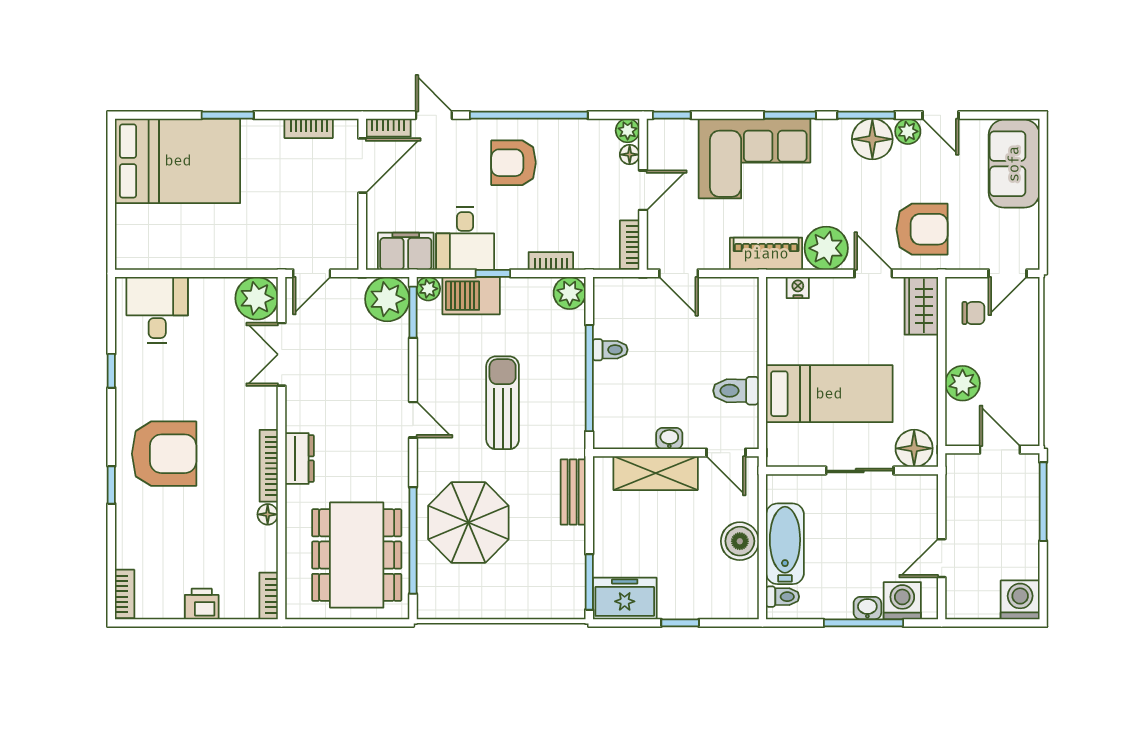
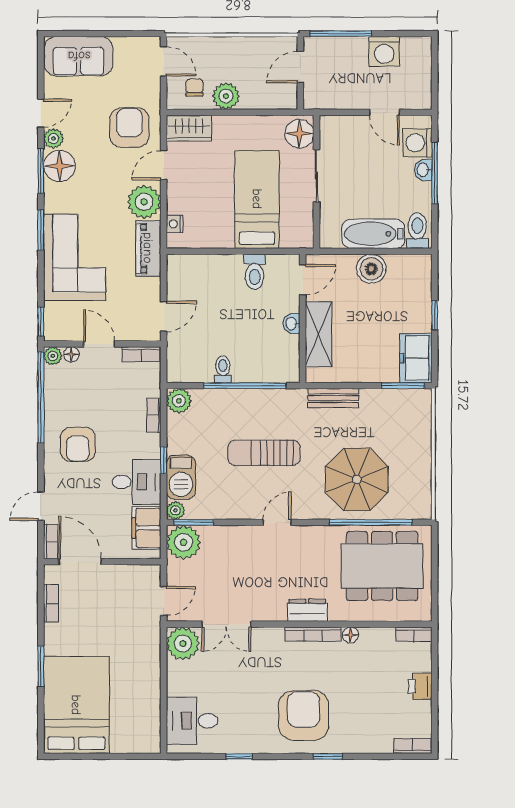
window: (529, 115) -> (41, 397), moved
door: (312, 273) -> (164, 601), hinge flipped
plant: (963, 383) -> (226, 96), moved
toilet: (783, 597) -> (417, 231), width x1.37, depth x1.39
washing machine: (1020, 600) -> (384, 51), moved, turned -90

